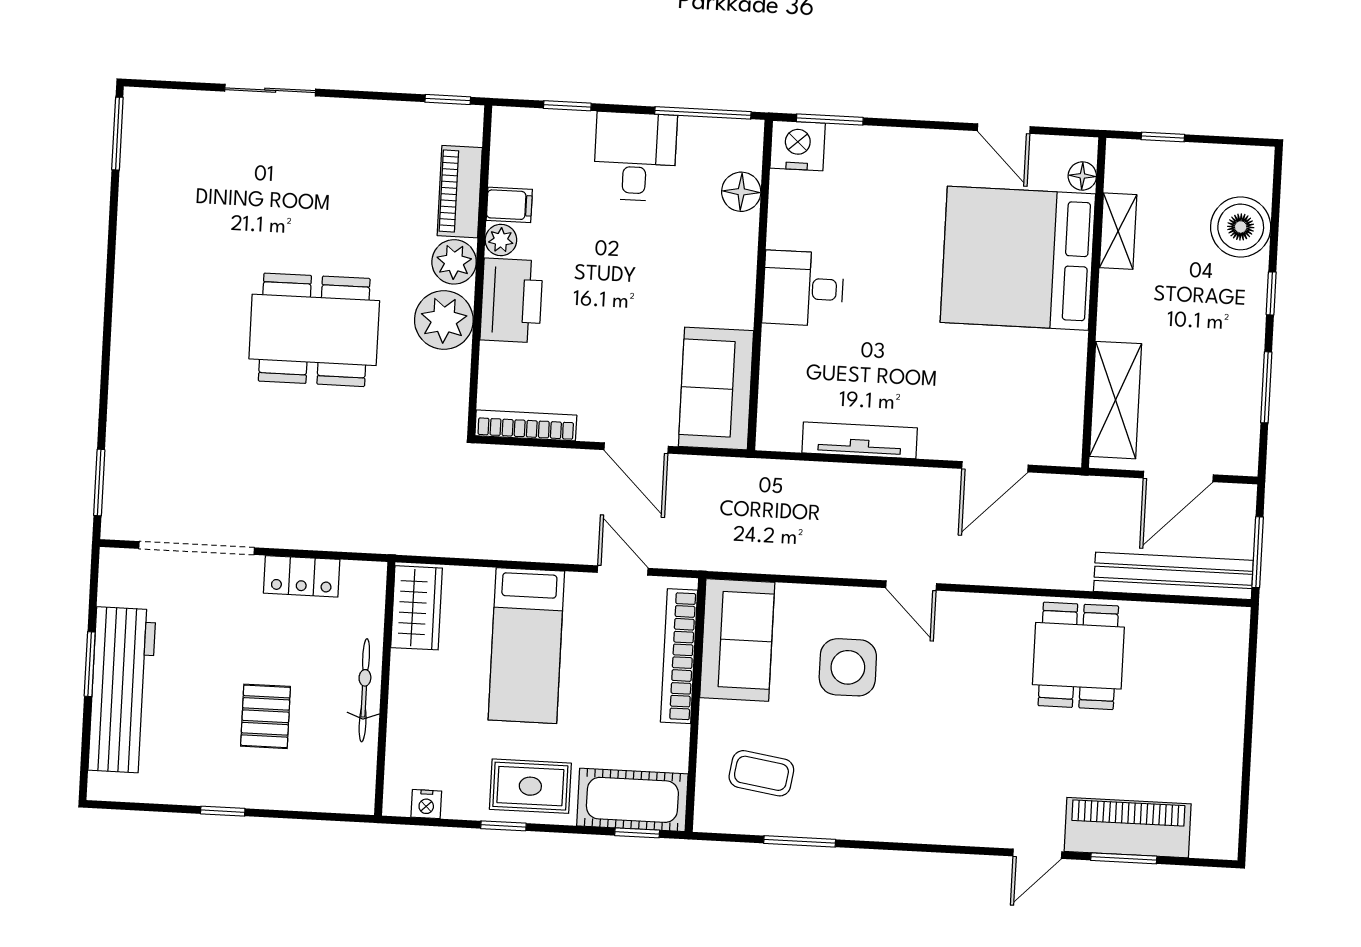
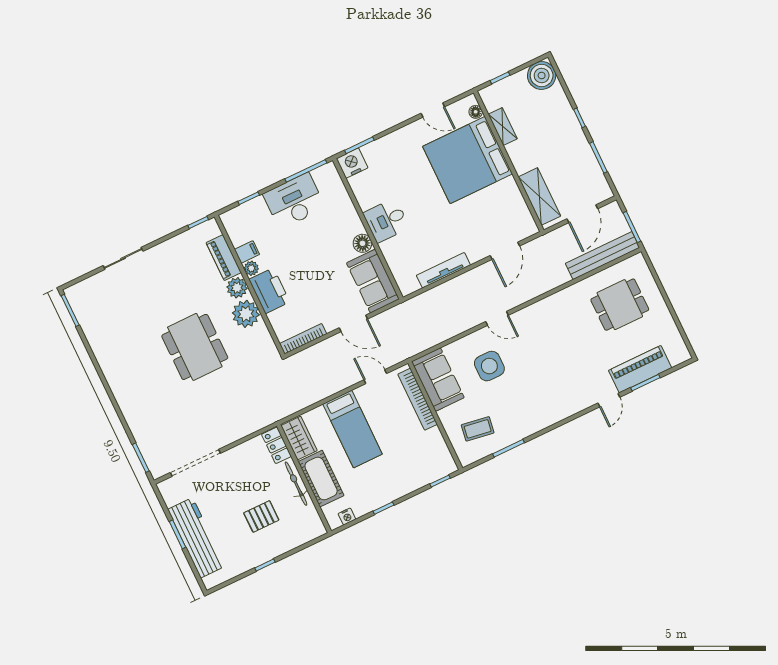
desk: (635, 157) -> (294, 201), width x1.37
floor lamp: (741, 192) -> (362, 243), moved
boiler: (1241, 227) -> (542, 75), moved
dining table: (314, 330) -> (195, 347), turned 90
locker: (302, 576) -> (276, 445), moved, turned 90
dining table: (1078, 656) -> (620, 305), moved, turned 90
pallet: (266, 716) -> (261, 516), turned 90
rug: (530, 786) -> (386, 486), removed
cot: (632, 800) -> (321, 479), moved, turned 90

